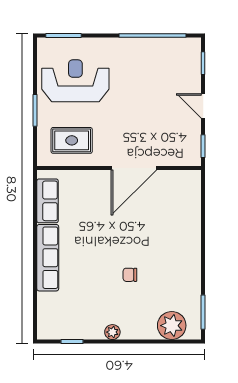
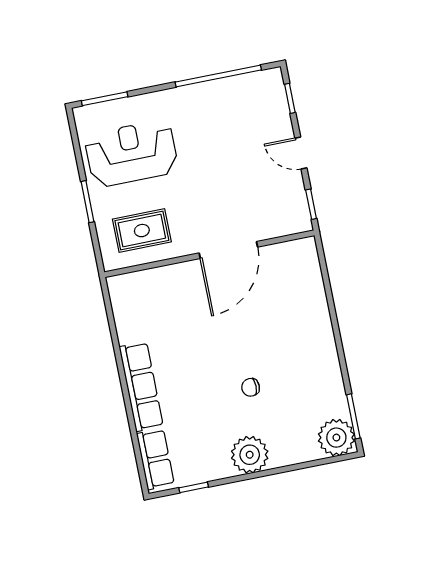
row of seats: (48, 201) -> (155, 459), moved
plant: (172, 326) -> (336, 438), moved
plant: (112, 332) -> (250, 455), width x1.87, depth x1.87

